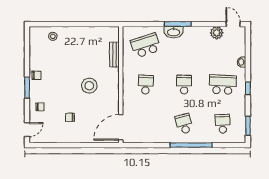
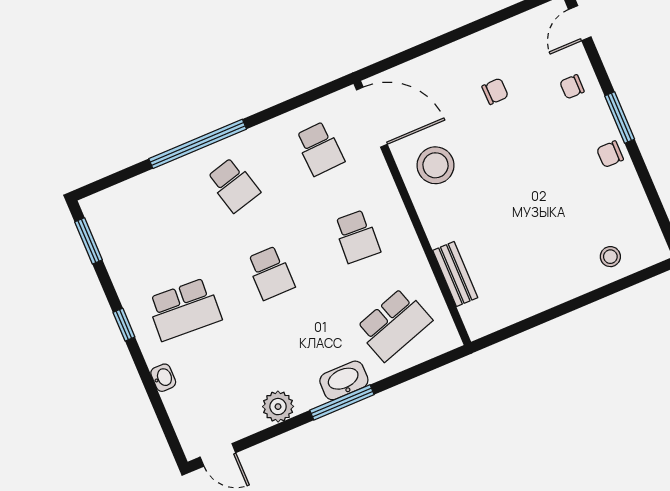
plant: (217, 33) -> (278, 407), moved
stool: (89, 86) -> (435, 165), moved
school desk: (223, 124) -> (320, 149), moved
door: (121, 127) -> (372, 117), hinge flipped

